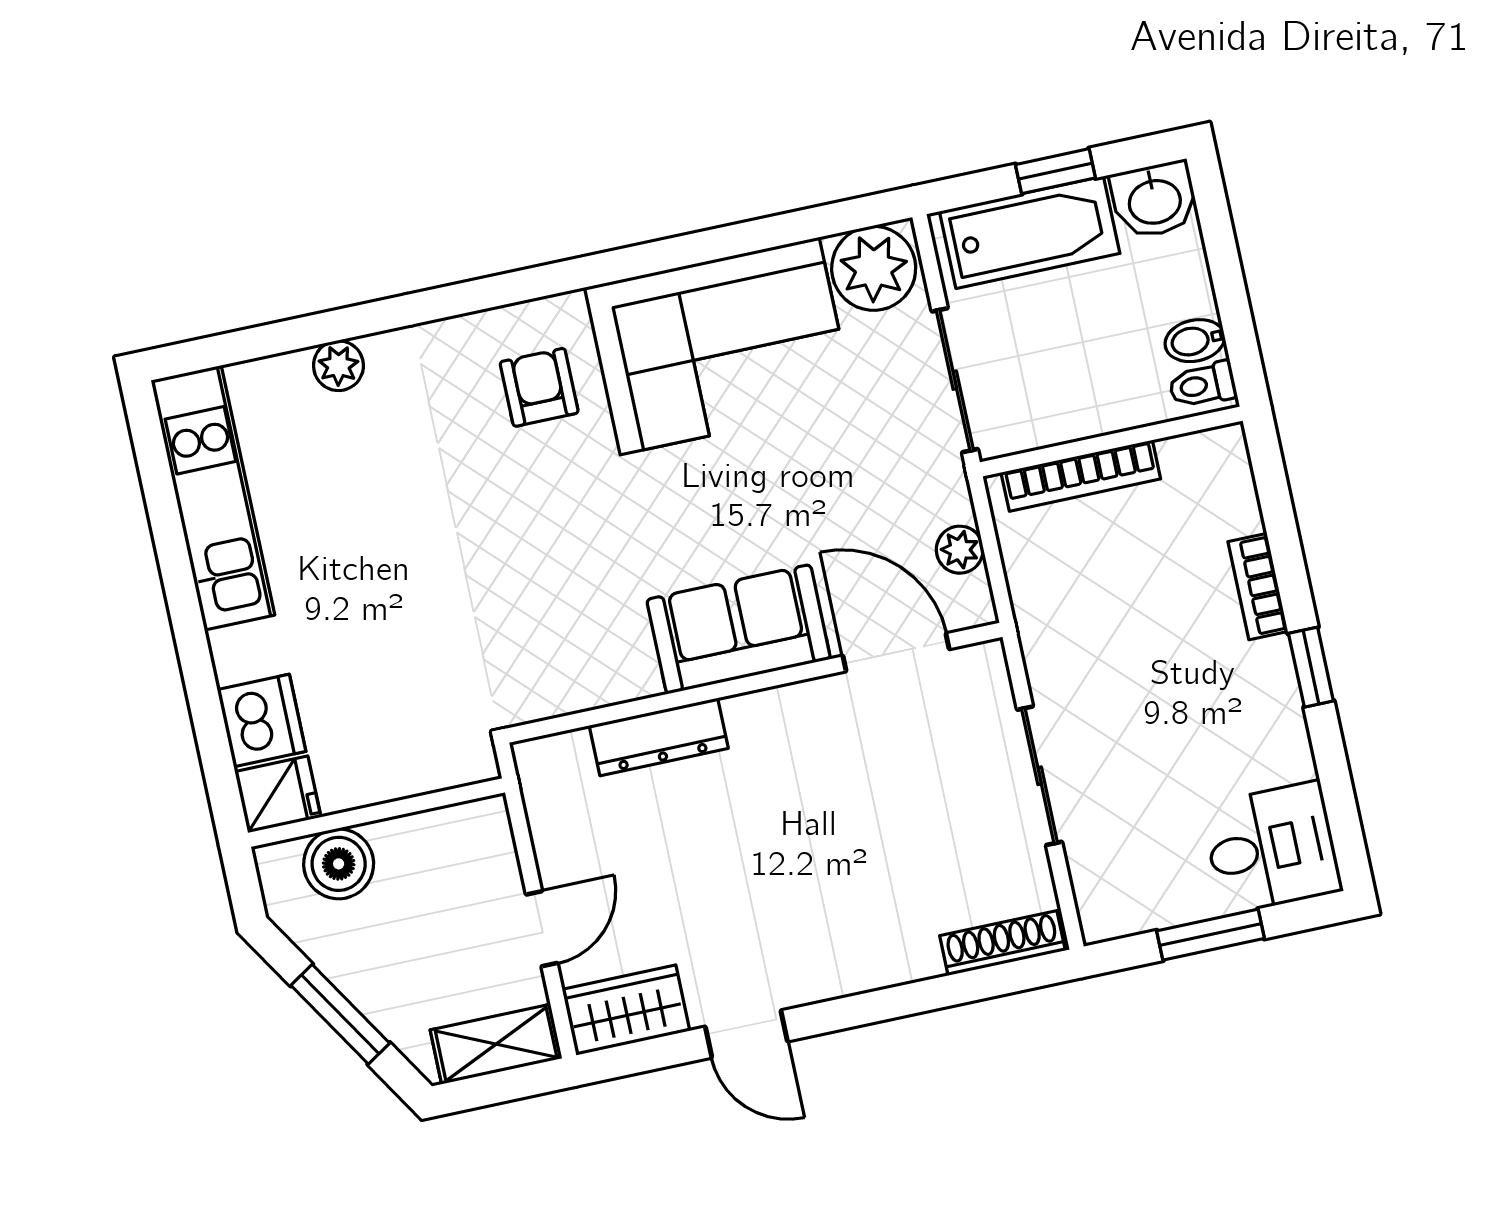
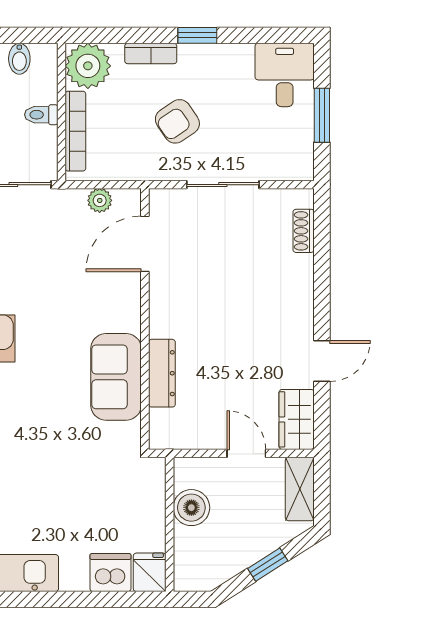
toilet: (1203, 385) -> (41, 115), moved, turned 90
plant: (1209, 473) -> (88, 66), added
sofa: (739, 629) -> (116, 377), moved
armchair: (1141, 664) -> (177, 121), added
boiler: (339, 864) -> (191, 508), moved
shoe rack: (1002, 943) -> (304, 231), width x0.70
window: (340, 1014) -> (268, 565), width x0.67

